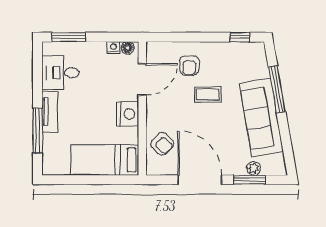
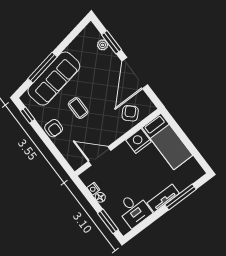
floor lamp: (128, 48) -> (100, 197), moved
armchair: (189, 65) -> (54, 128), moved, turned 90
nightstand: (128, 114) -> (138, 141), moved
sofa: (261, 118) -> (54, 79), moved

